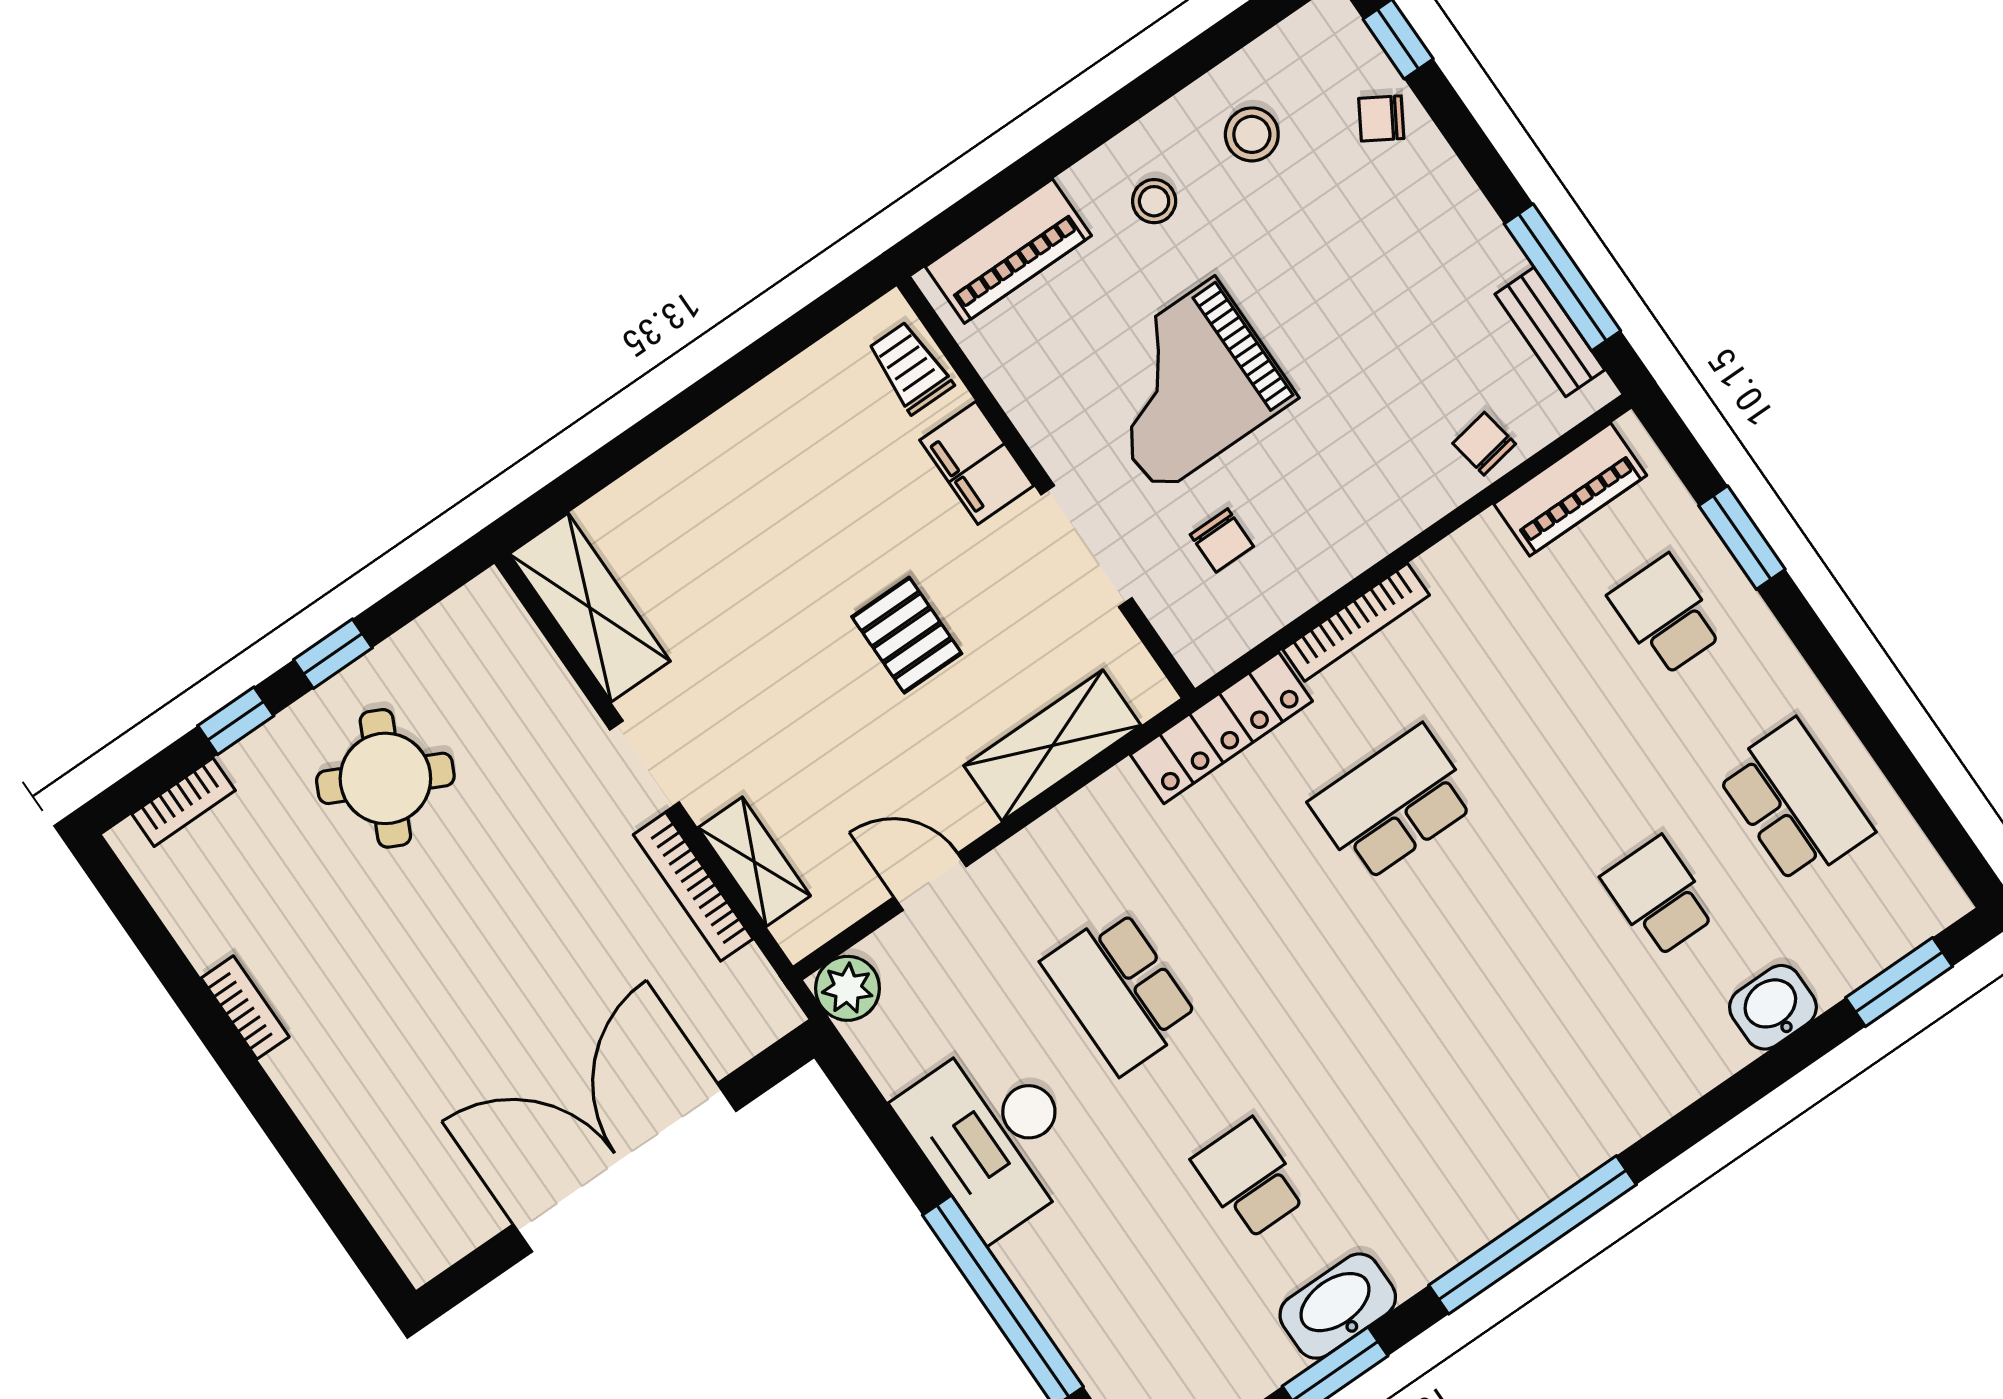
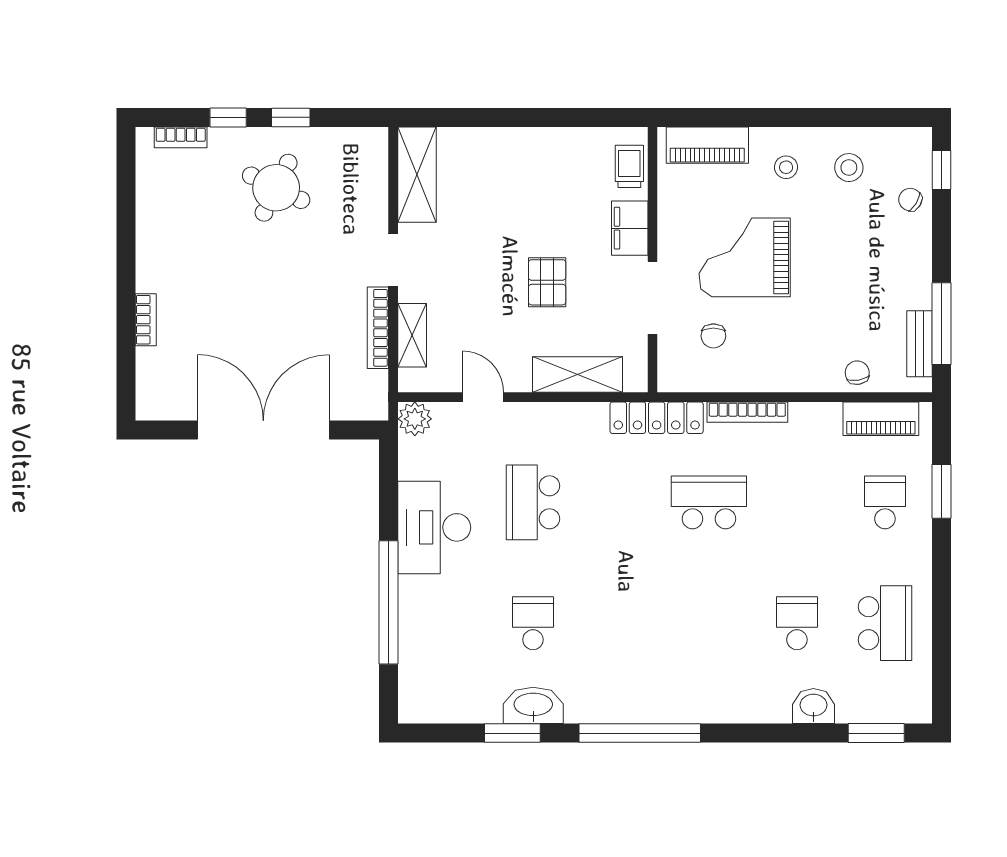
bookcase: (245, 1007) -> (146, 320), moved

